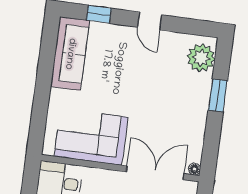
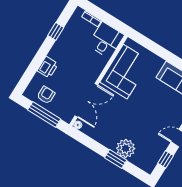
window: (187, 26) -> (166, 159), added
plant: (201, 58) -> (126, 148), moved

